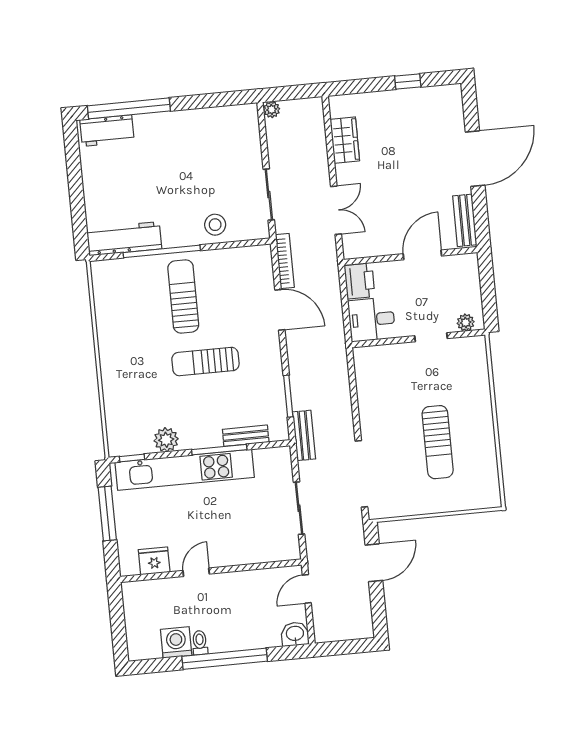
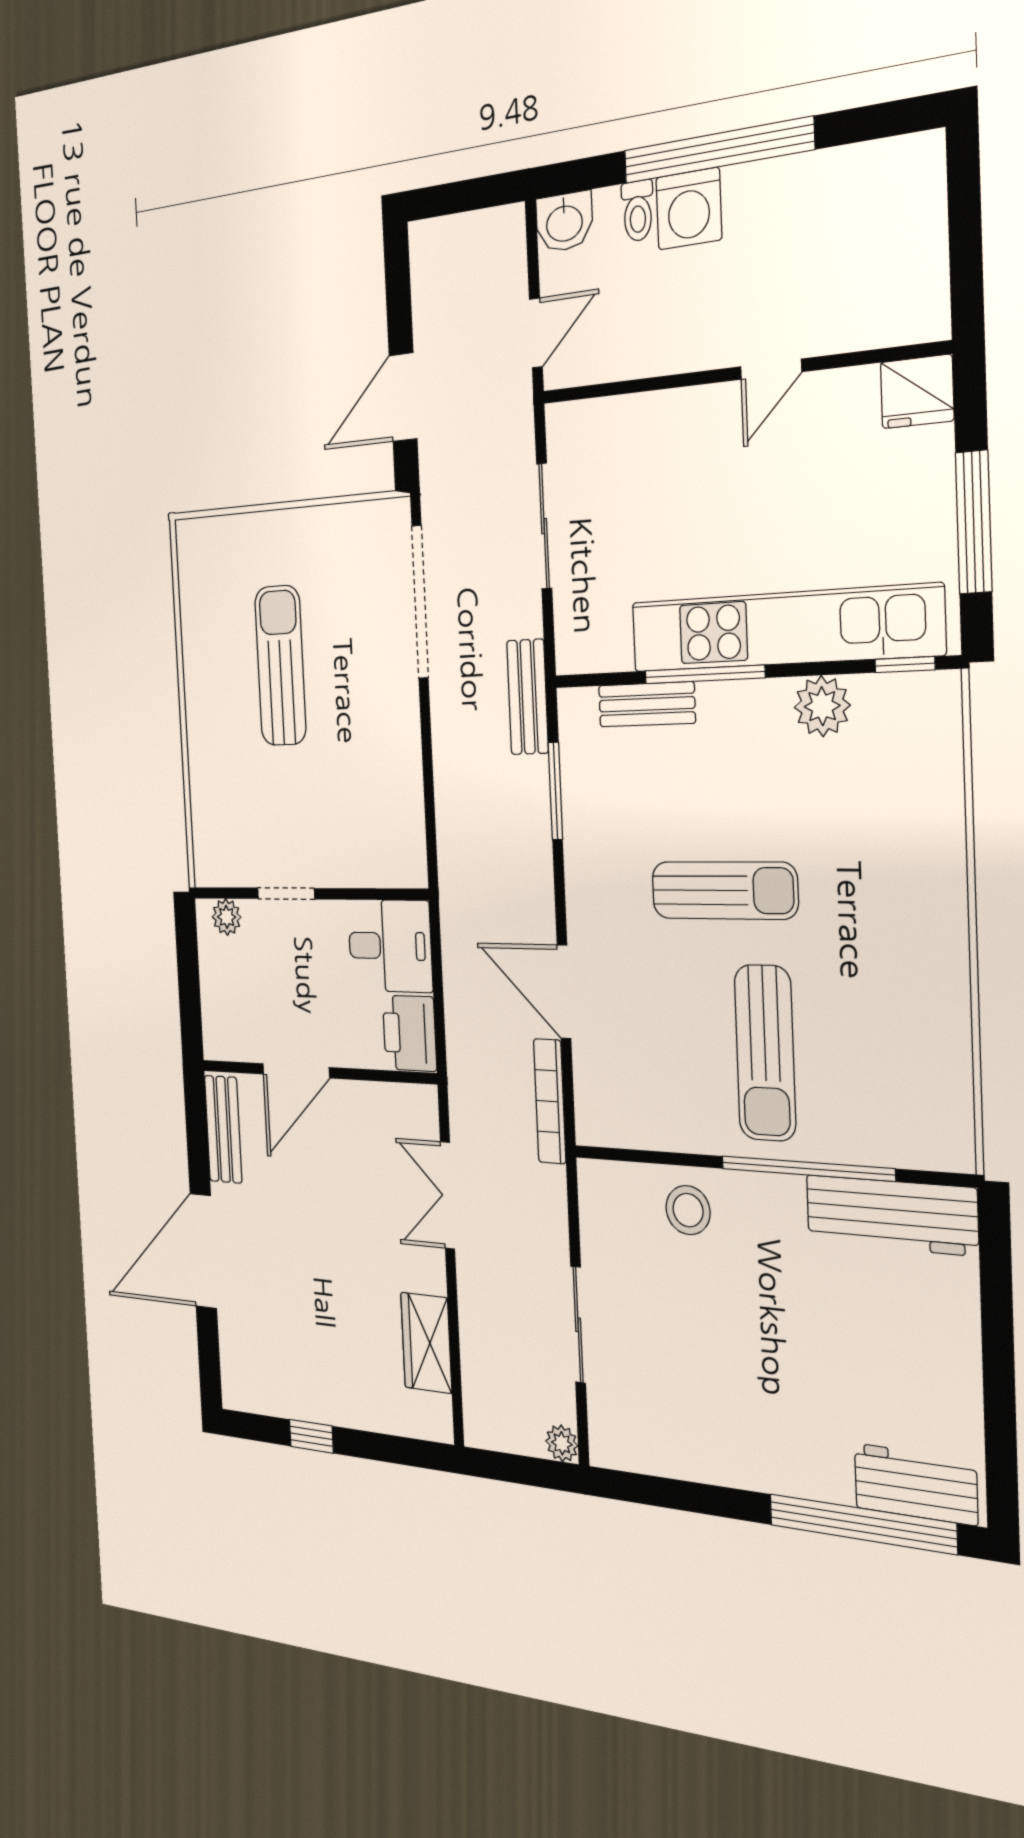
sliding door: (269, 194) -> (578, 1325), moved
fridge: (154, 561) -> (917, 392), moved
washing machine: (176, 642) -> (689, 209), moved
toilet: (200, 643) -> (638, 211), moved

